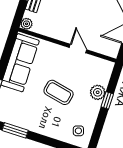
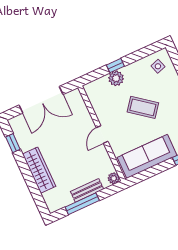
door: (78, 49) -> (102, 135), moved
coffee table: (59, 92) -> (143, 107), turned -64

